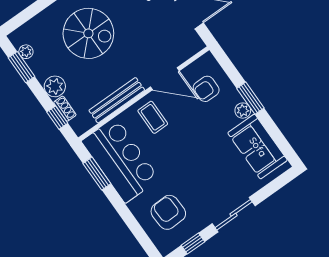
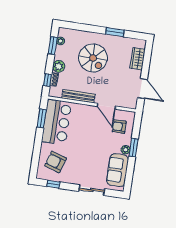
coffee table: (153, 117) -> (86, 117), removed
armchair: (168, 212) -> (56, 162), turned -70
sliding door: (234, 215) -> (92, 190), moved

